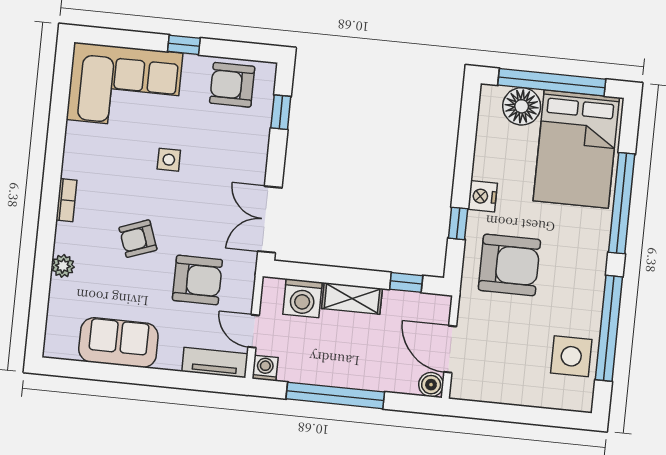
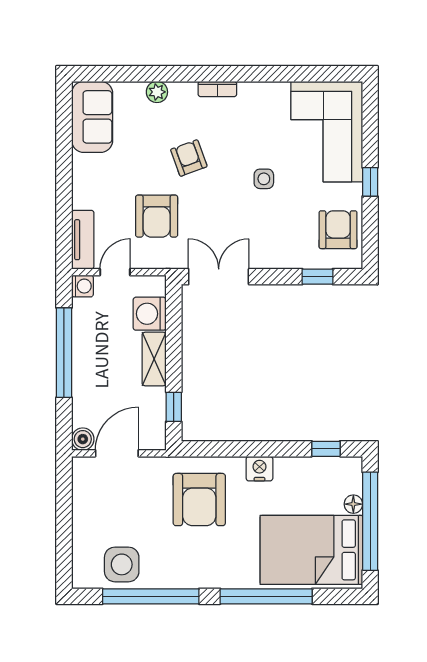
floor lamp: (522, 106) -> (353, 504), width x0.53, depth x0.53
window: (458, 223) -> (326, 449), moved
sofa: (118, 343) -> (92, 117), moved

